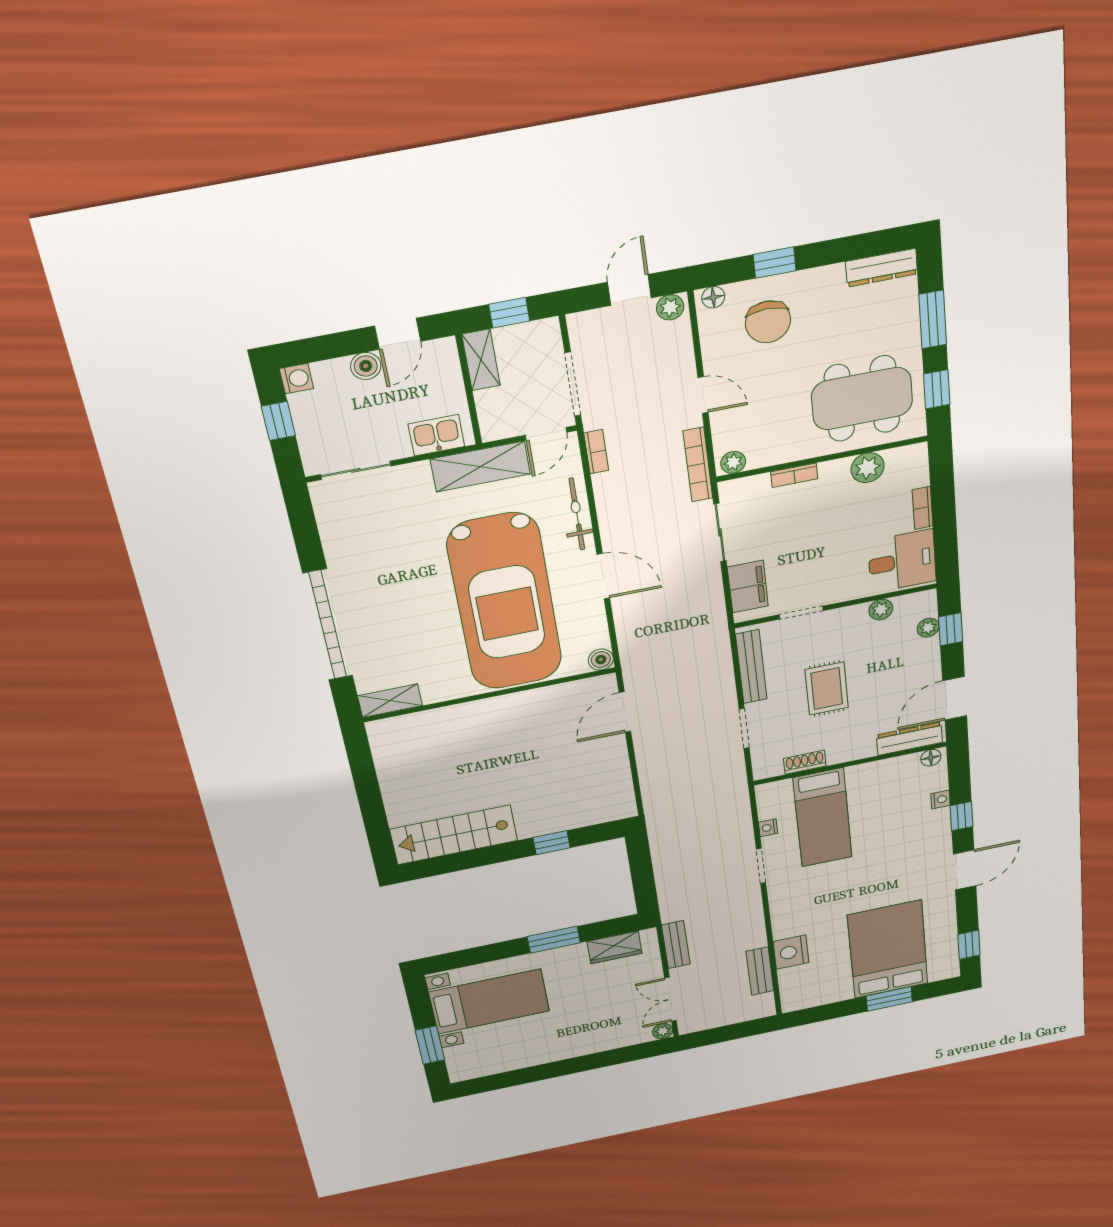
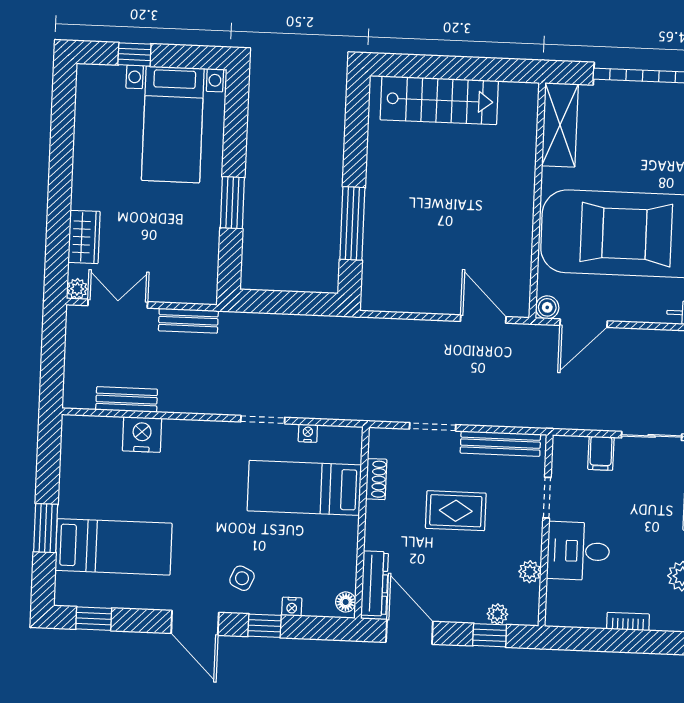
desk: (902, 561) -> (578, 551), moved, turned 90
door: (603, 576) -> (584, 323), moved
filing cabinet: (748, 587) -> (601, 453), width x0.50
shelving: (390, 701) -> (560, 125), width x1.50, depth x1.33
stairs: (454, 835) -> (439, 100), moved, turned 90
window: (552, 843) -> (352, 223), width x2.17
side table: (918, 845) -> (242, 578), added
wardrobe: (614, 947) -> (84, 237), moved, turned 180
bed: (888, 949) -> (114, 547), width x0.67
window: (430, 1045) -> (134, 54), width x0.67

